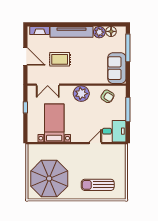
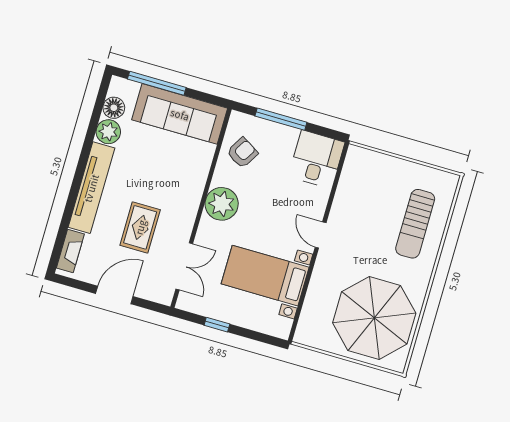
sofa: (117, 68) -> (180, 114), width x1.36
door: (95, 143) -> (321, 235), moved

